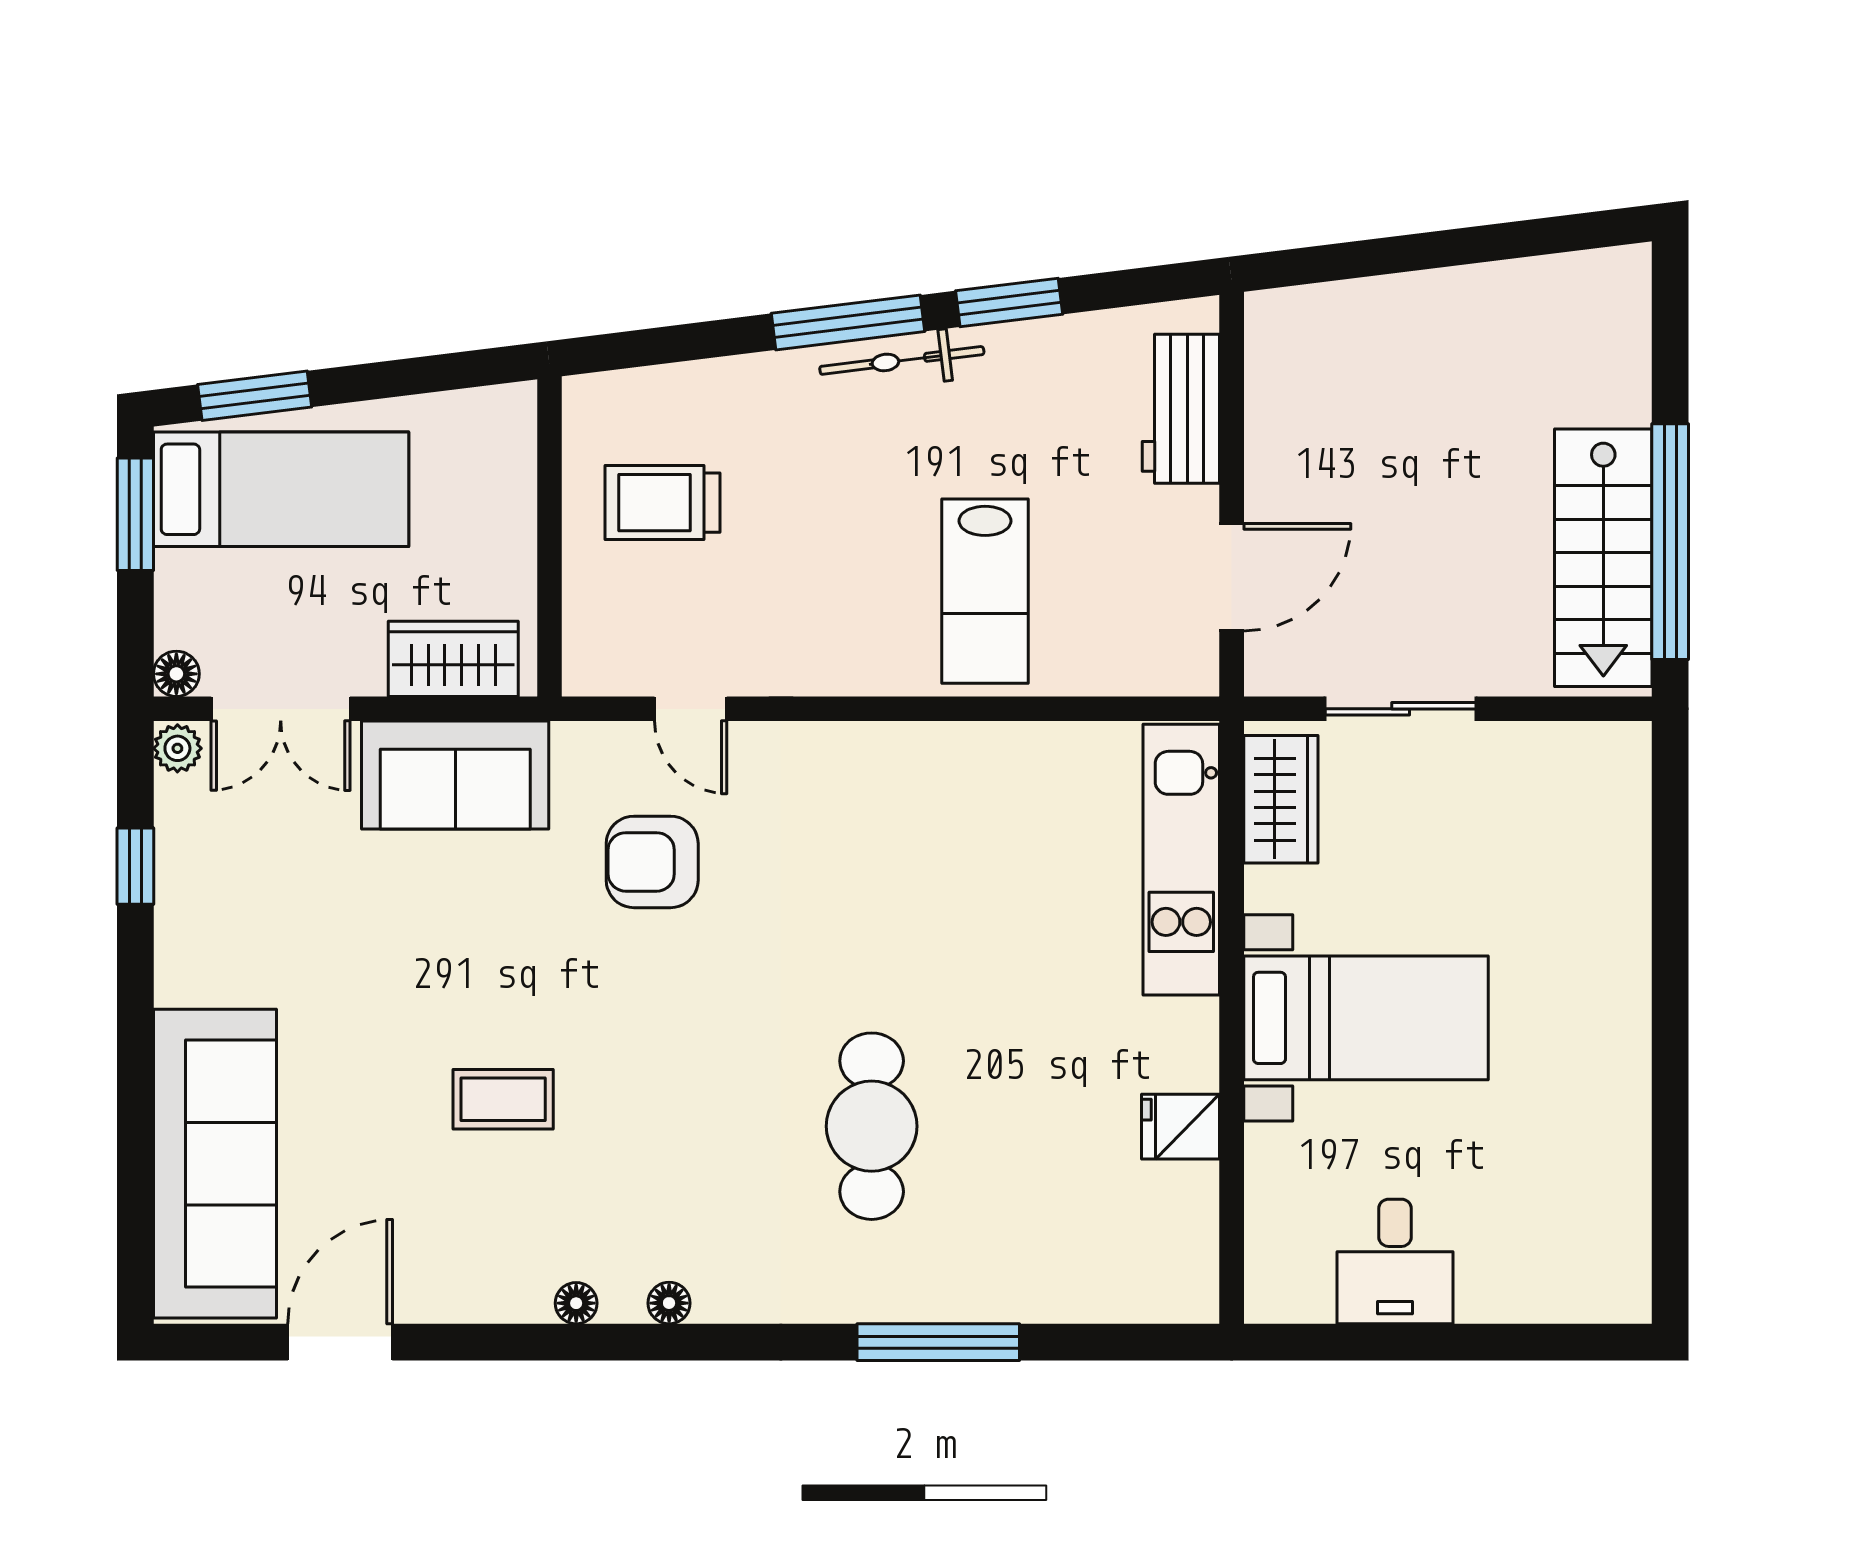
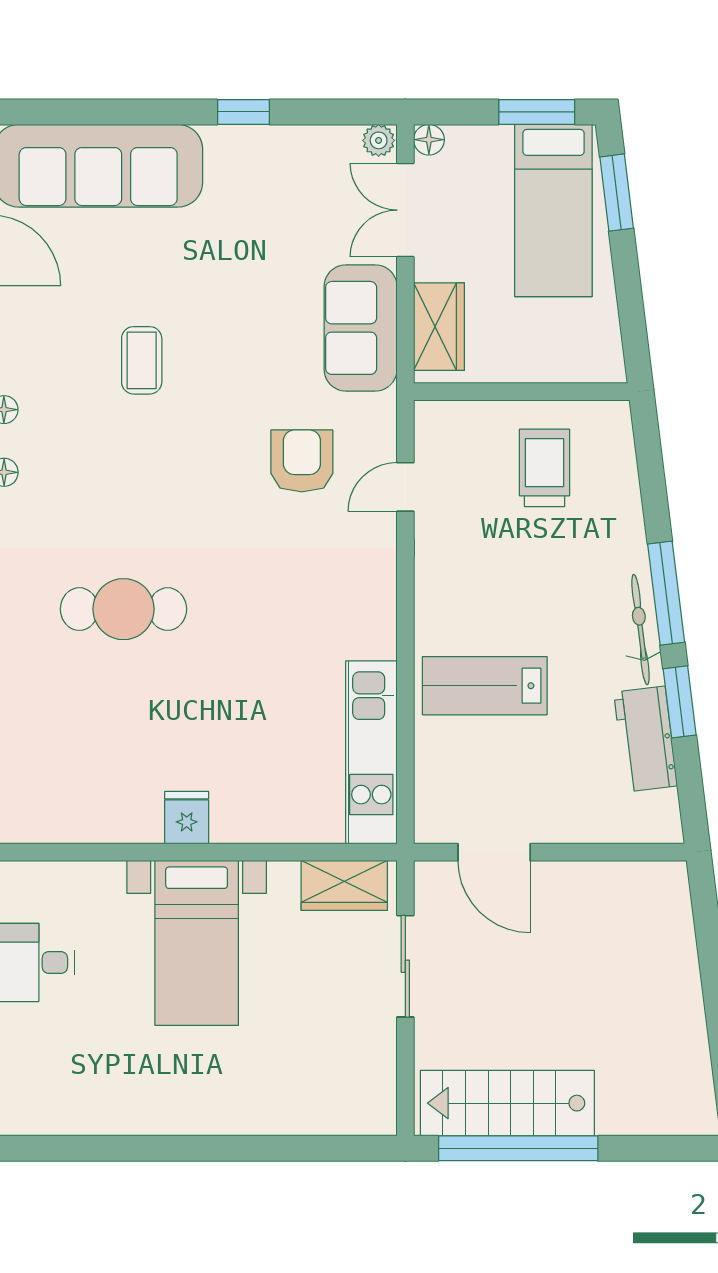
workbench: (1181, 409) -> (646, 739), moved, turned -97
kitchen unit: (1181, 860) -> (371, 752), moved, turned -90
window: (135, 866) -> (243, 112), moved
fridge: (1181, 1127) -> (187, 818), moved

